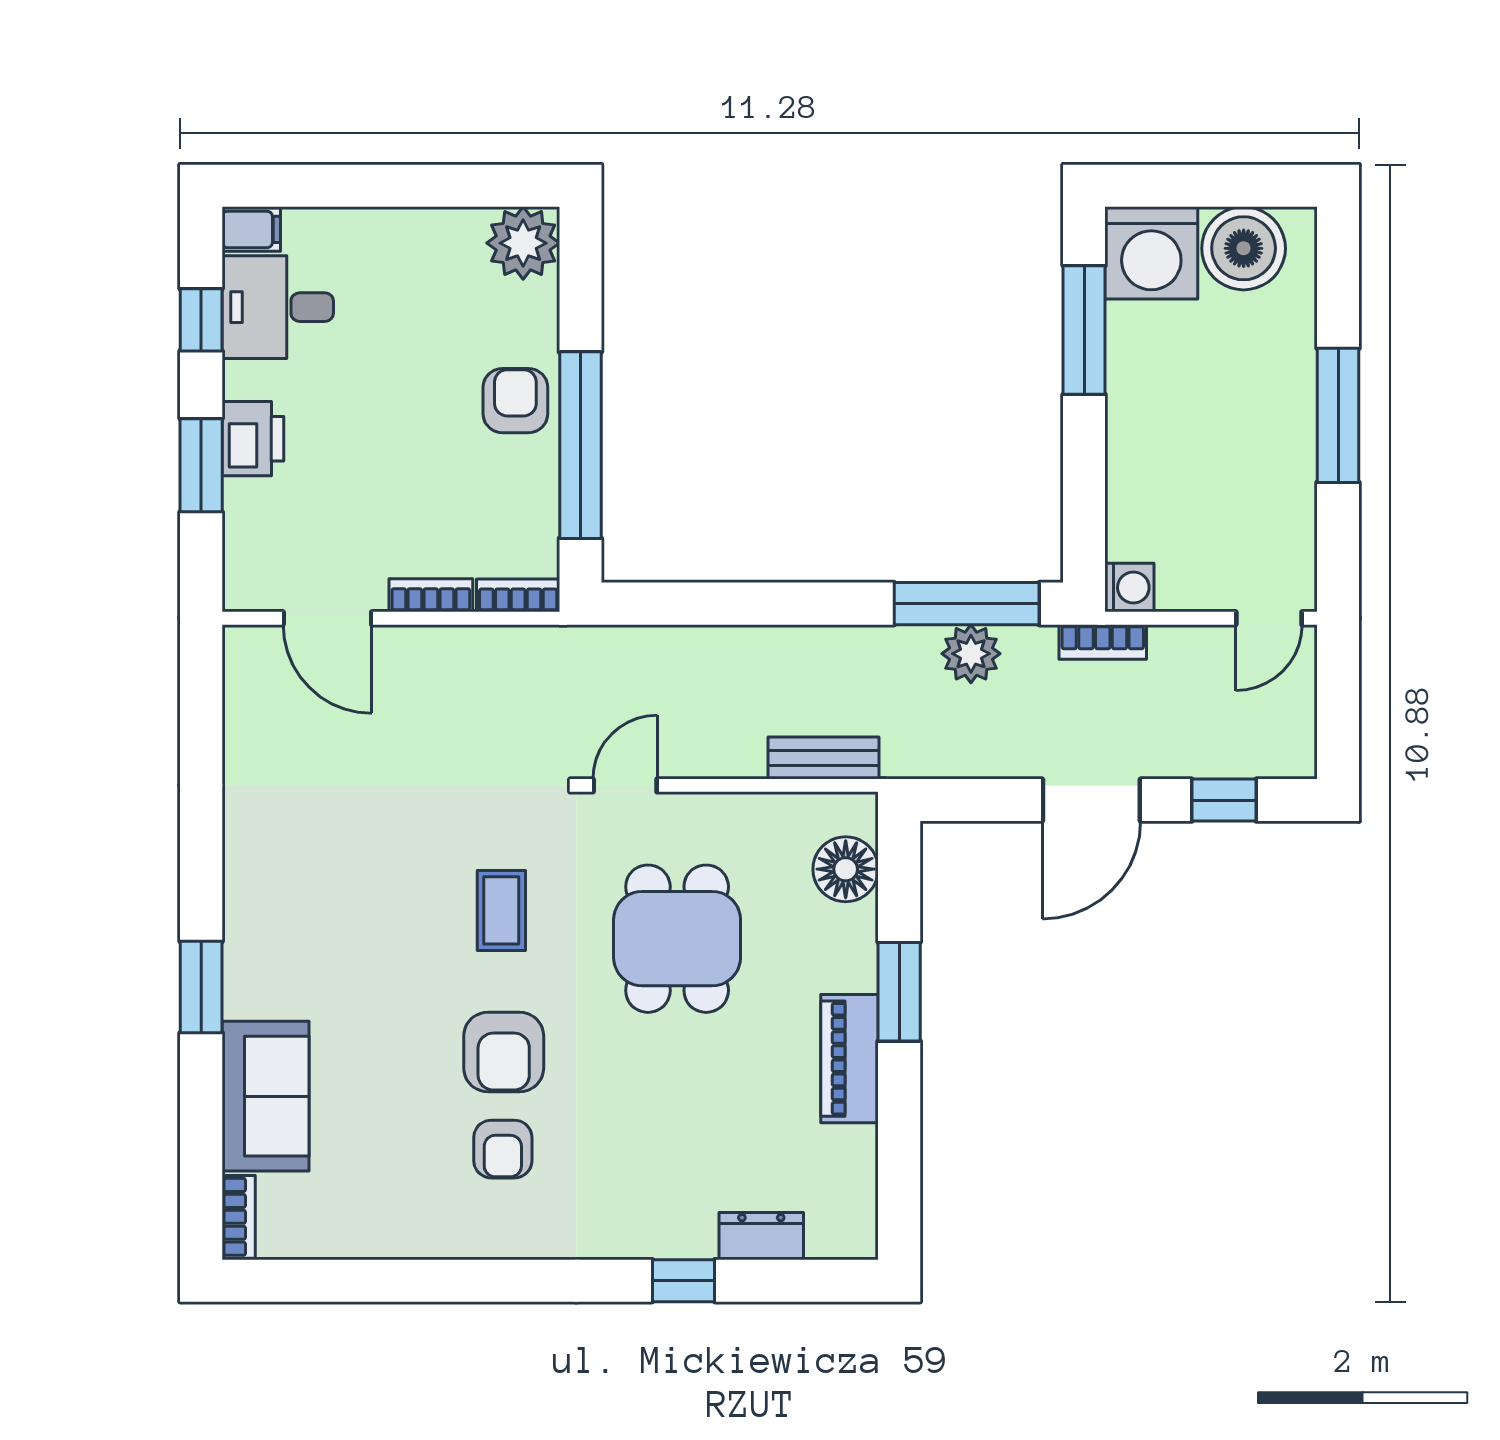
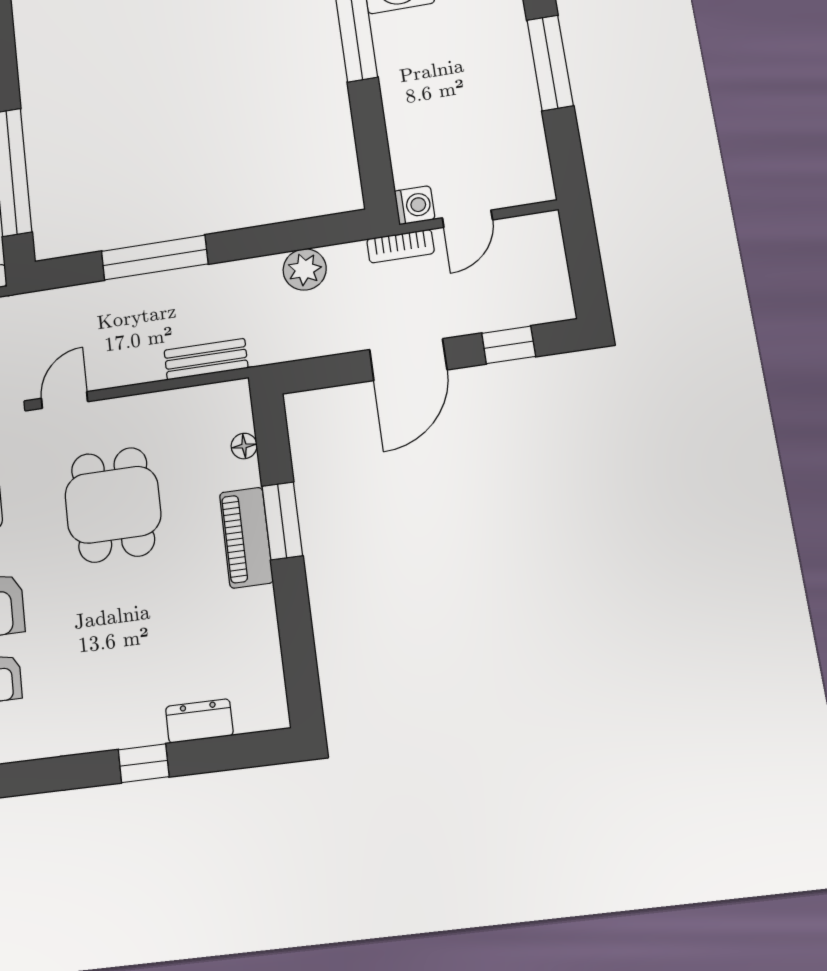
window: (967, 604) -> (155, 258), moved
door: (1269, 618) -> (467, 219), moved
floor lamp: (846, 869) -> (244, 446), width x0.53, depth x0.53
piano: (850, 1059) -> (246, 538), moved

